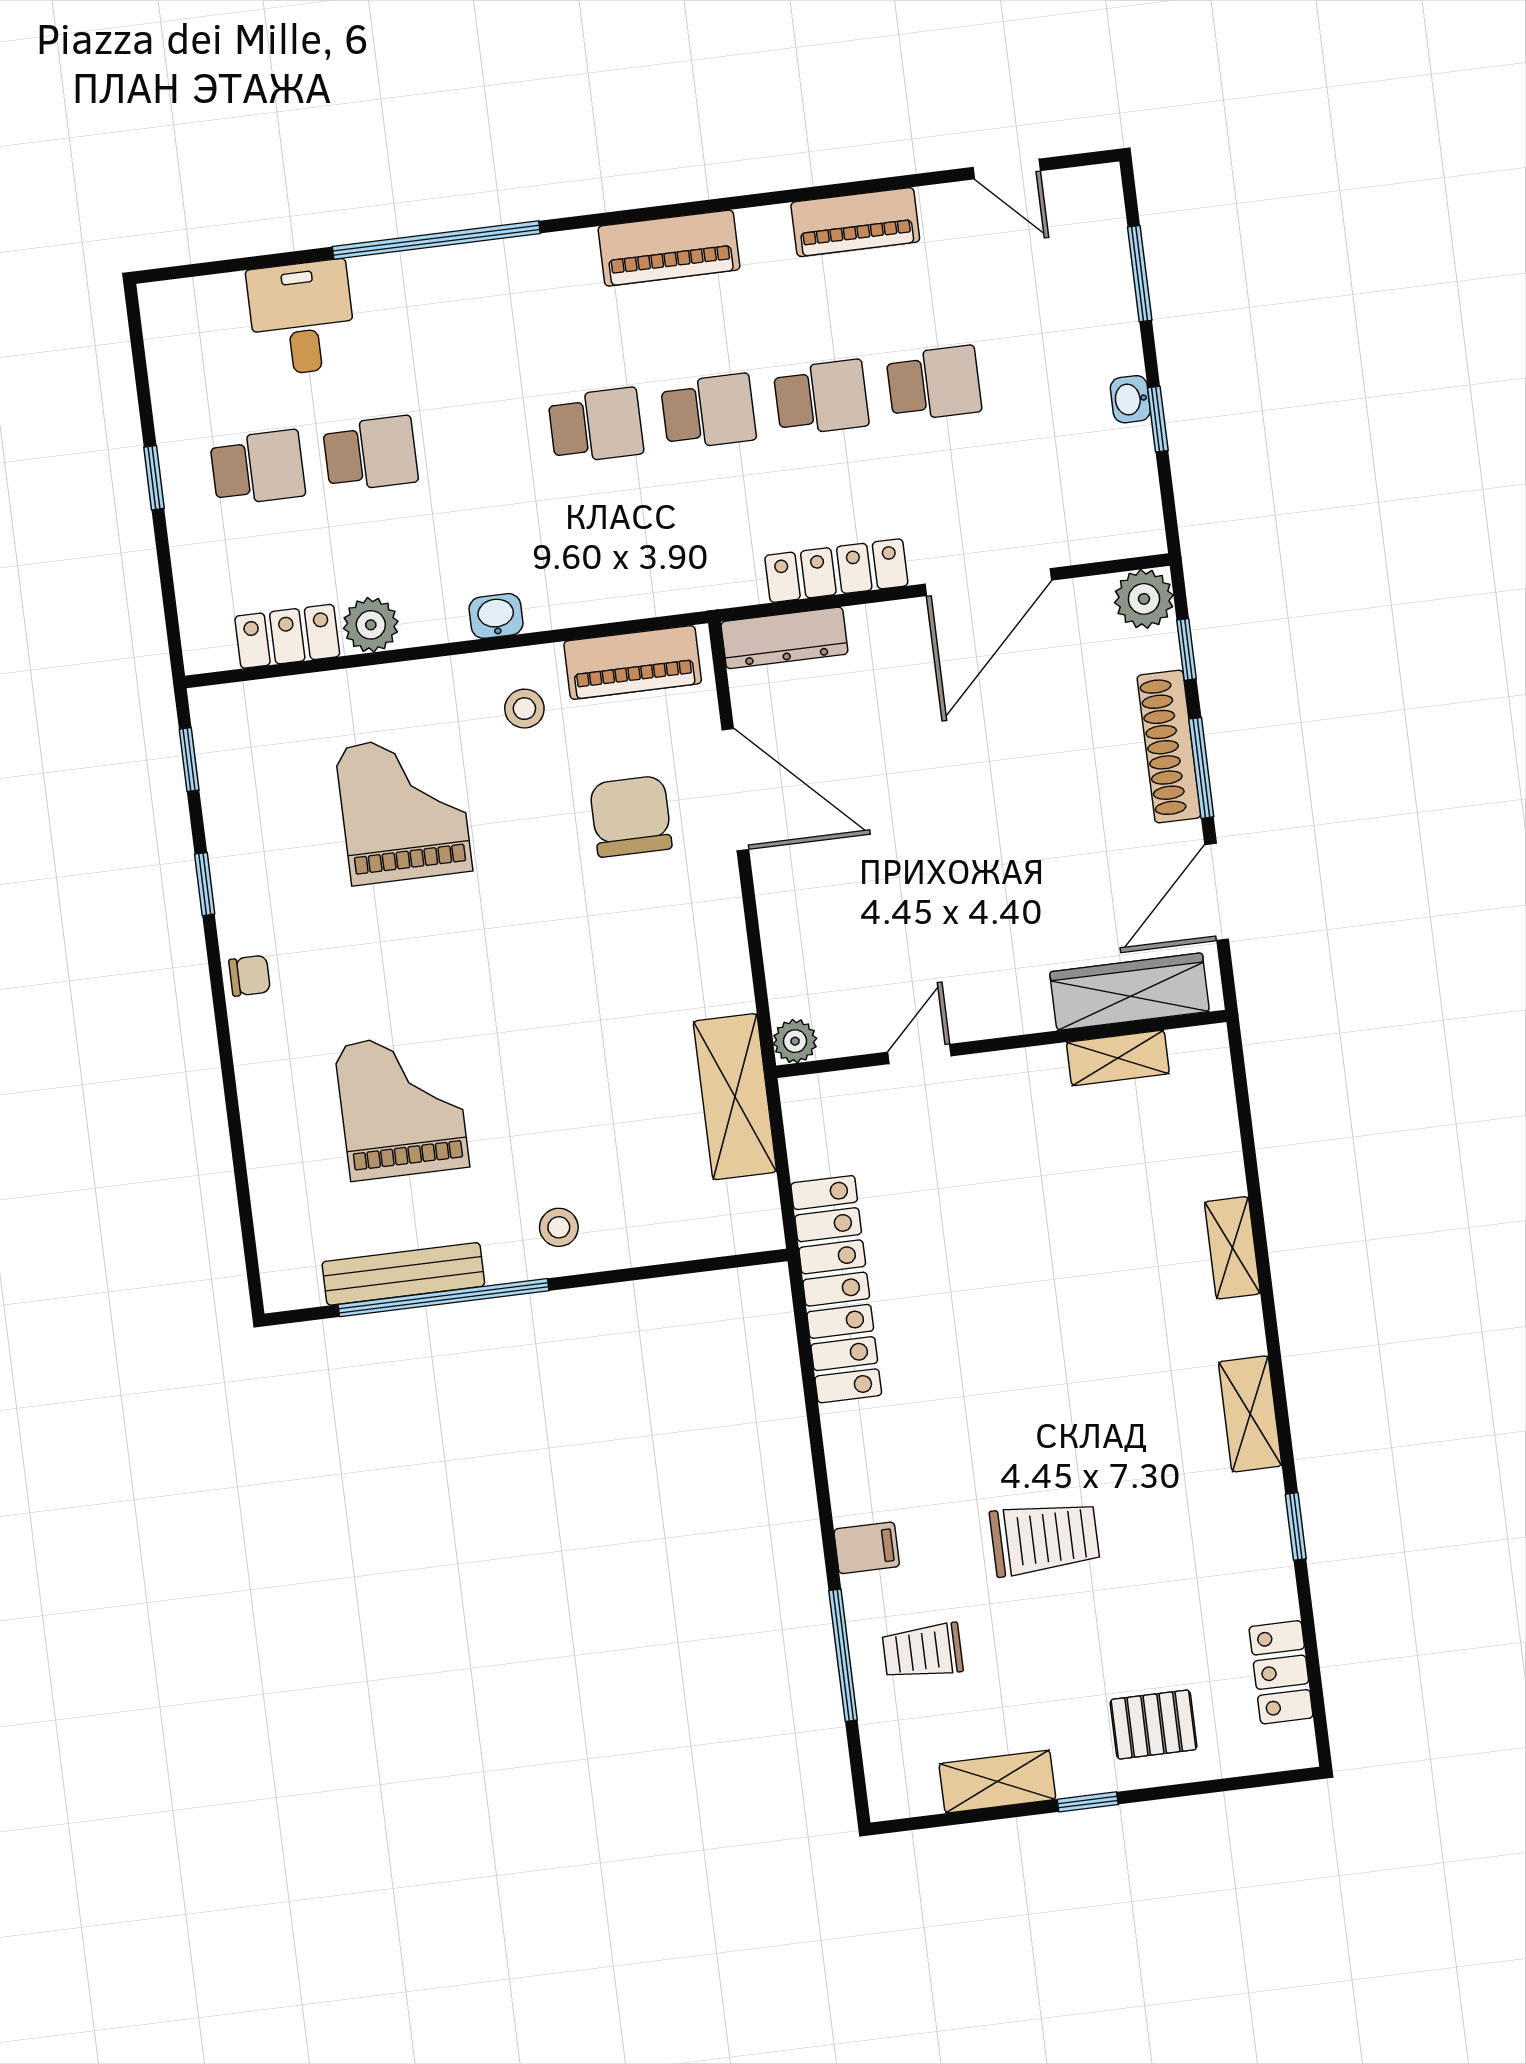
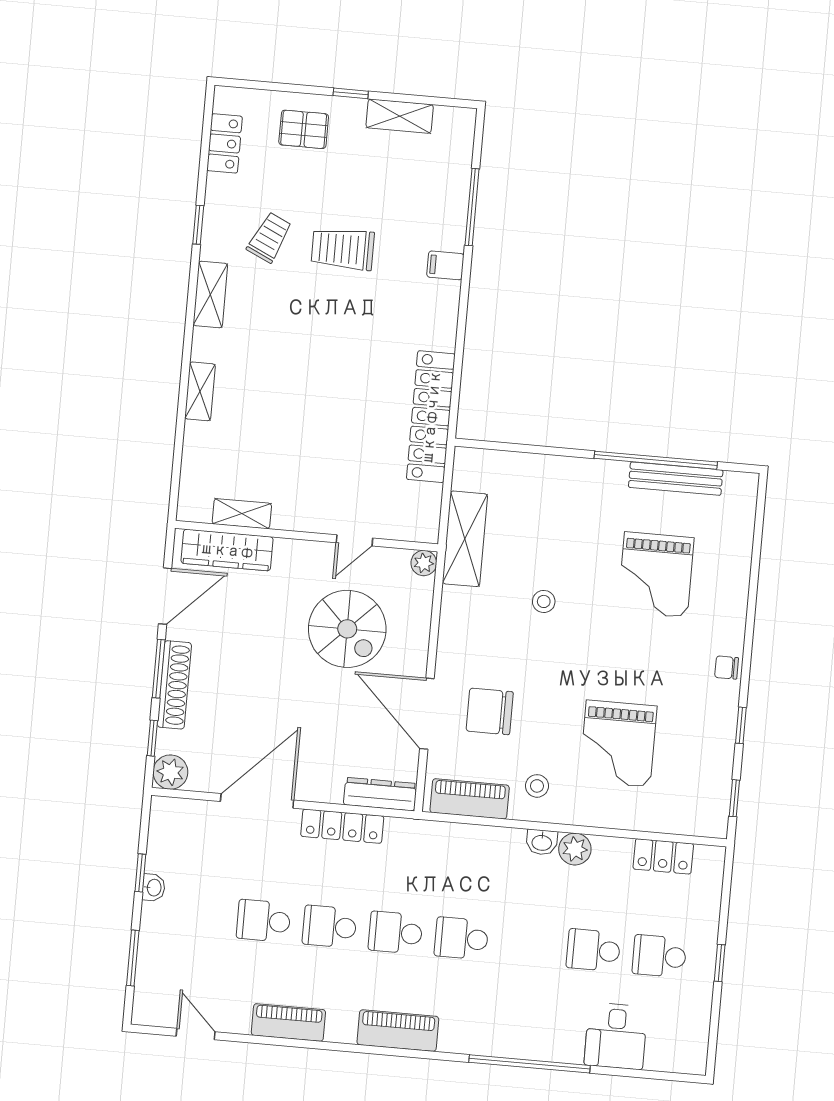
plant: (371, 625) -> (575, 849), moved
chair: (631, 816) -> (490, 711), turned 90
spiral stairs: (899, 903) -> (347, 629), added
stool: (559, 1227) -> (544, 601), moved
trolley: (923, 1651) -> (269, 237), moved, turned -65

